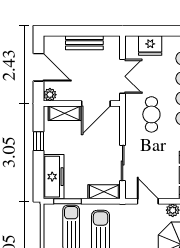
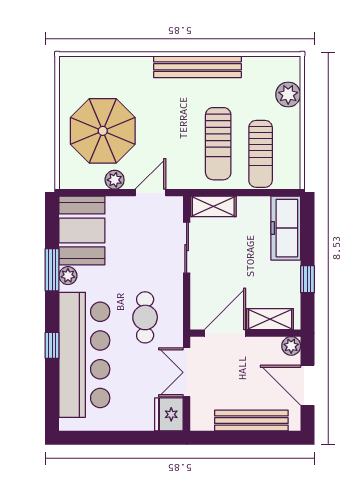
bench: (84, 43) -> (251, 421), width x1.36
fridge: (150, 45) -> (169, 414), moved, turned -90
window: (68, 201) -> (266, 193), removed
door: (148, 201) -> (150, 193), swing flipped

